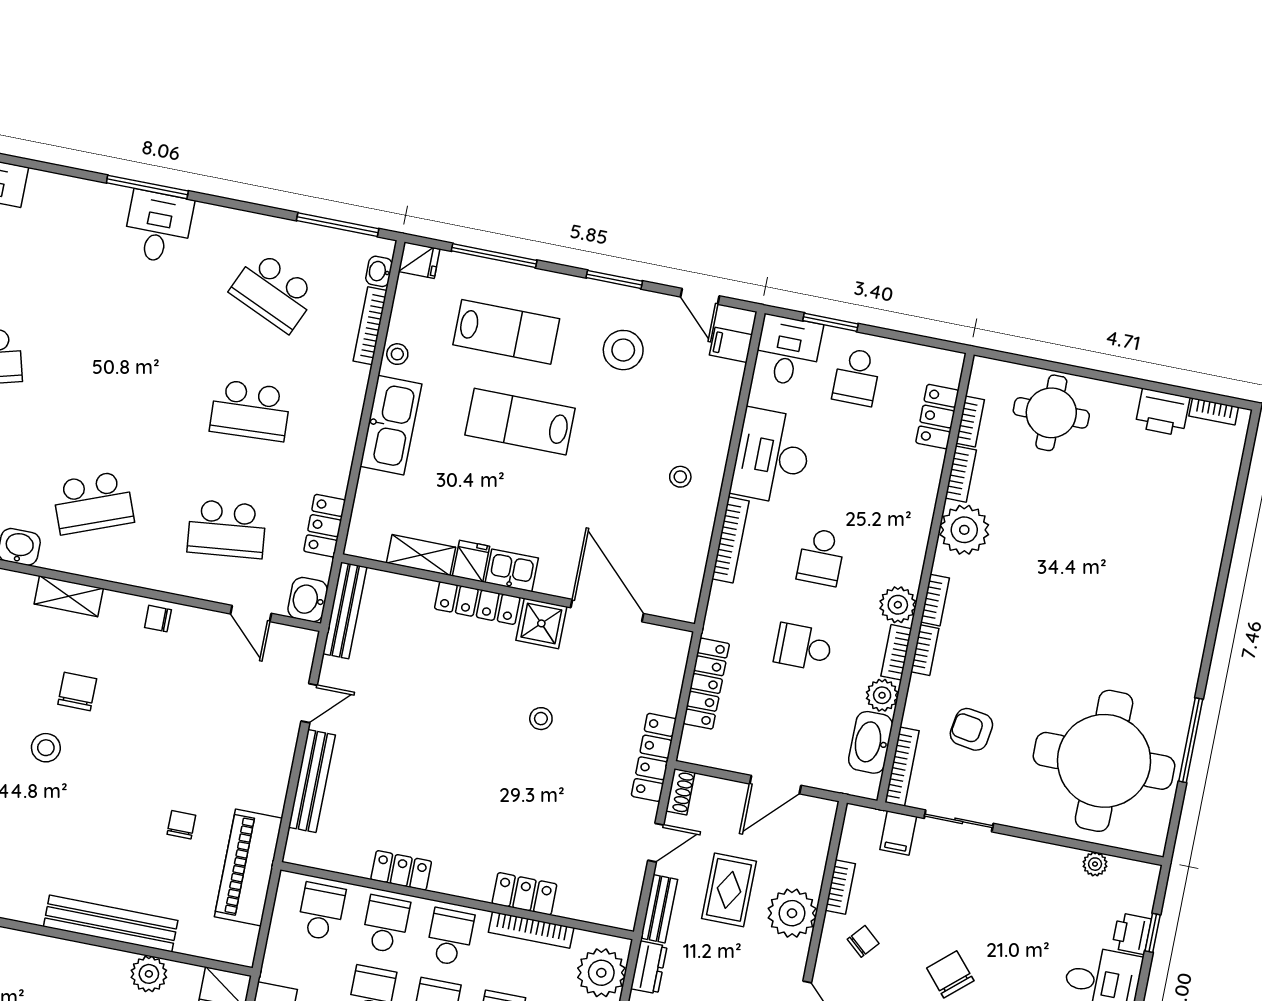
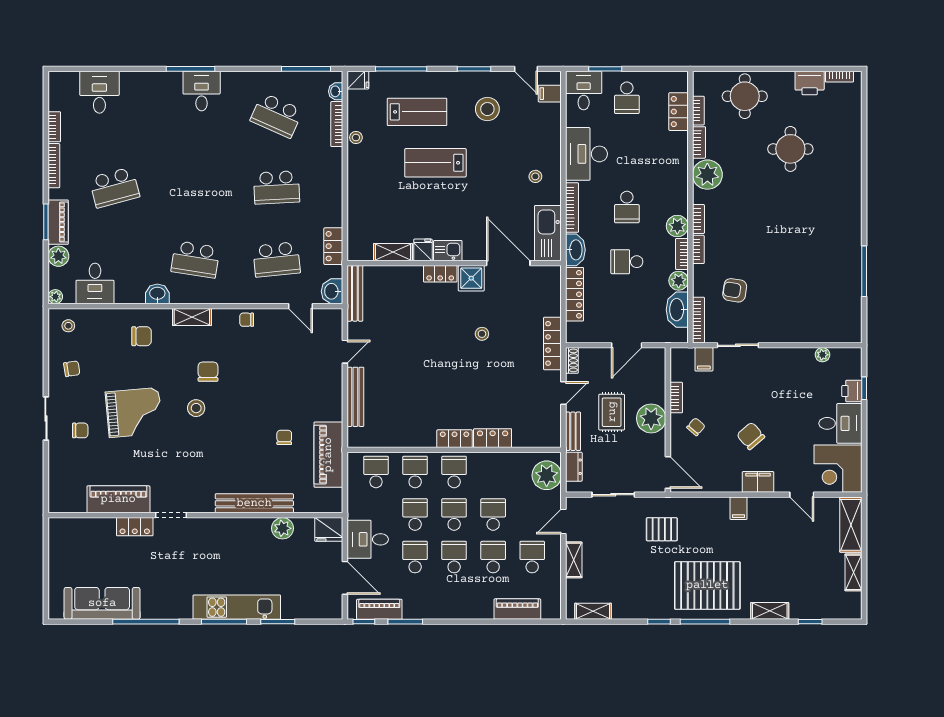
kitchen sink: (391, 425) -> (548, 233), moved, turned 180
school desk: (93, 503) -> (195, 259), turned 30
locker: (477, 603) -> (440, 274), width x0.66
washbasin: (722, 611) -> (575, 250), added
round table: (1104, 761) -> (790, 149), moved, width x0.54, depth x0.54
locker: (401, 870) -> (455, 439), moved
bookcase: (531, 930) -> (501, 458), removed

